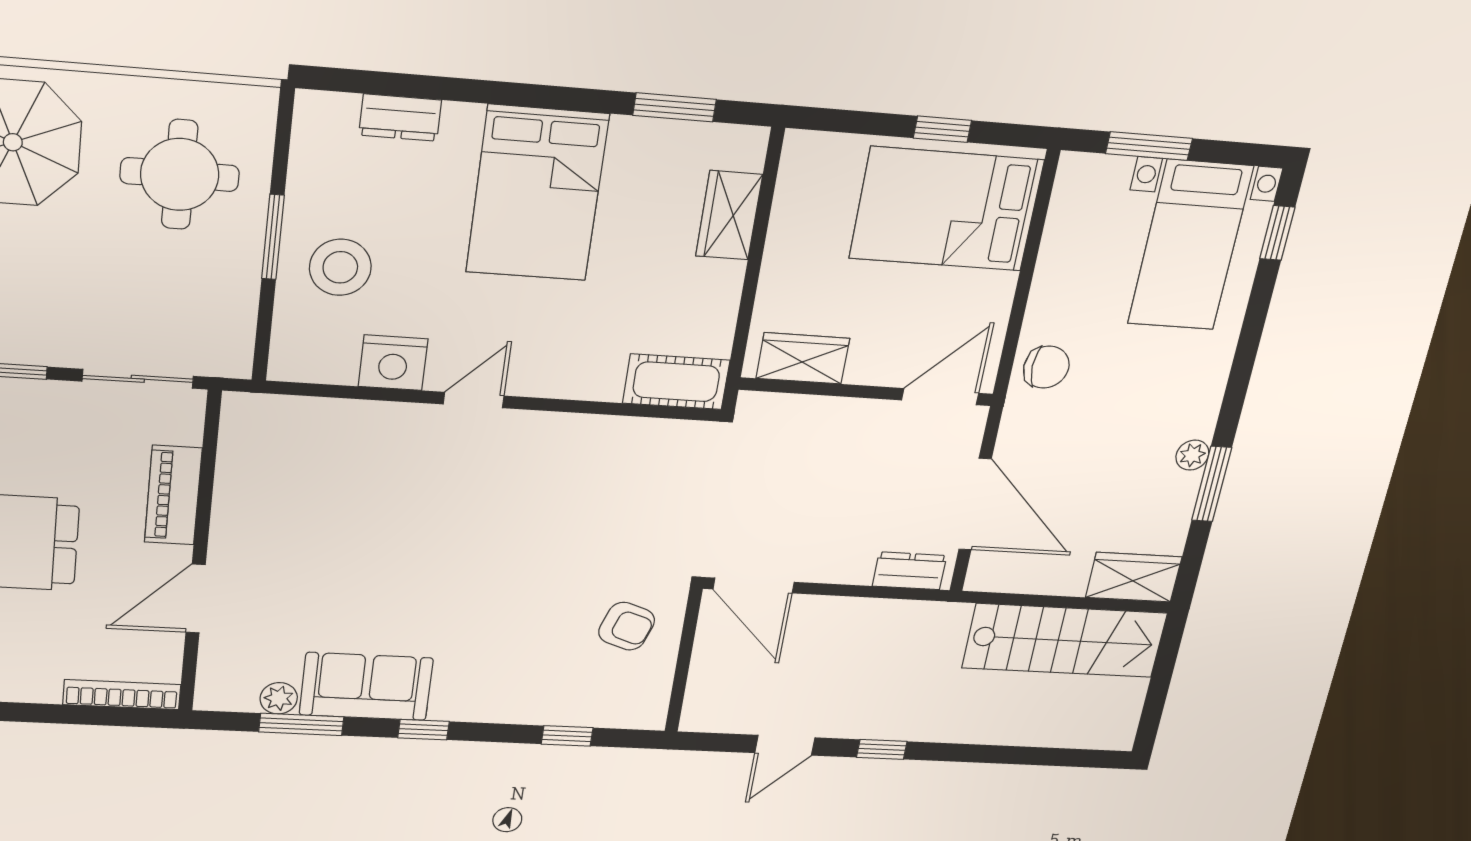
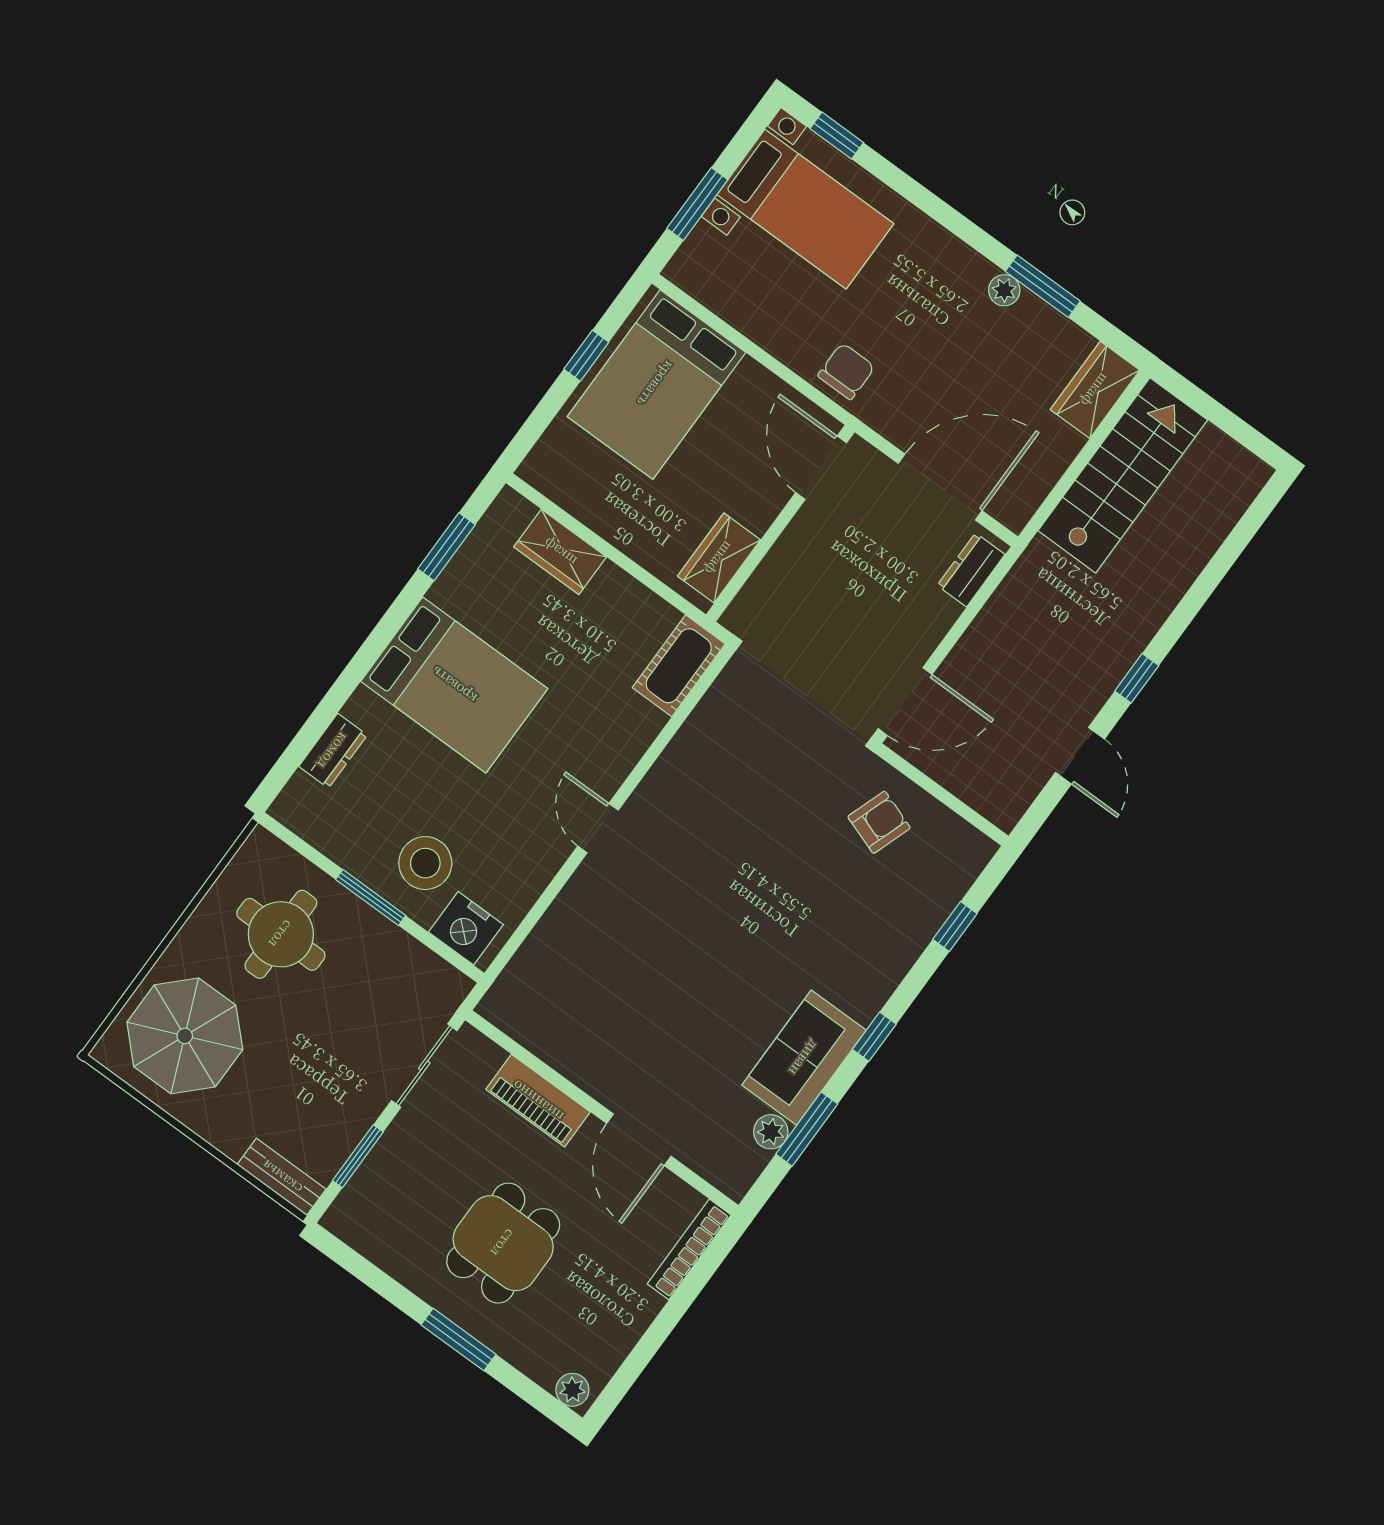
nightstand: (393, 363) -> (466, 928), moved, turned 90

